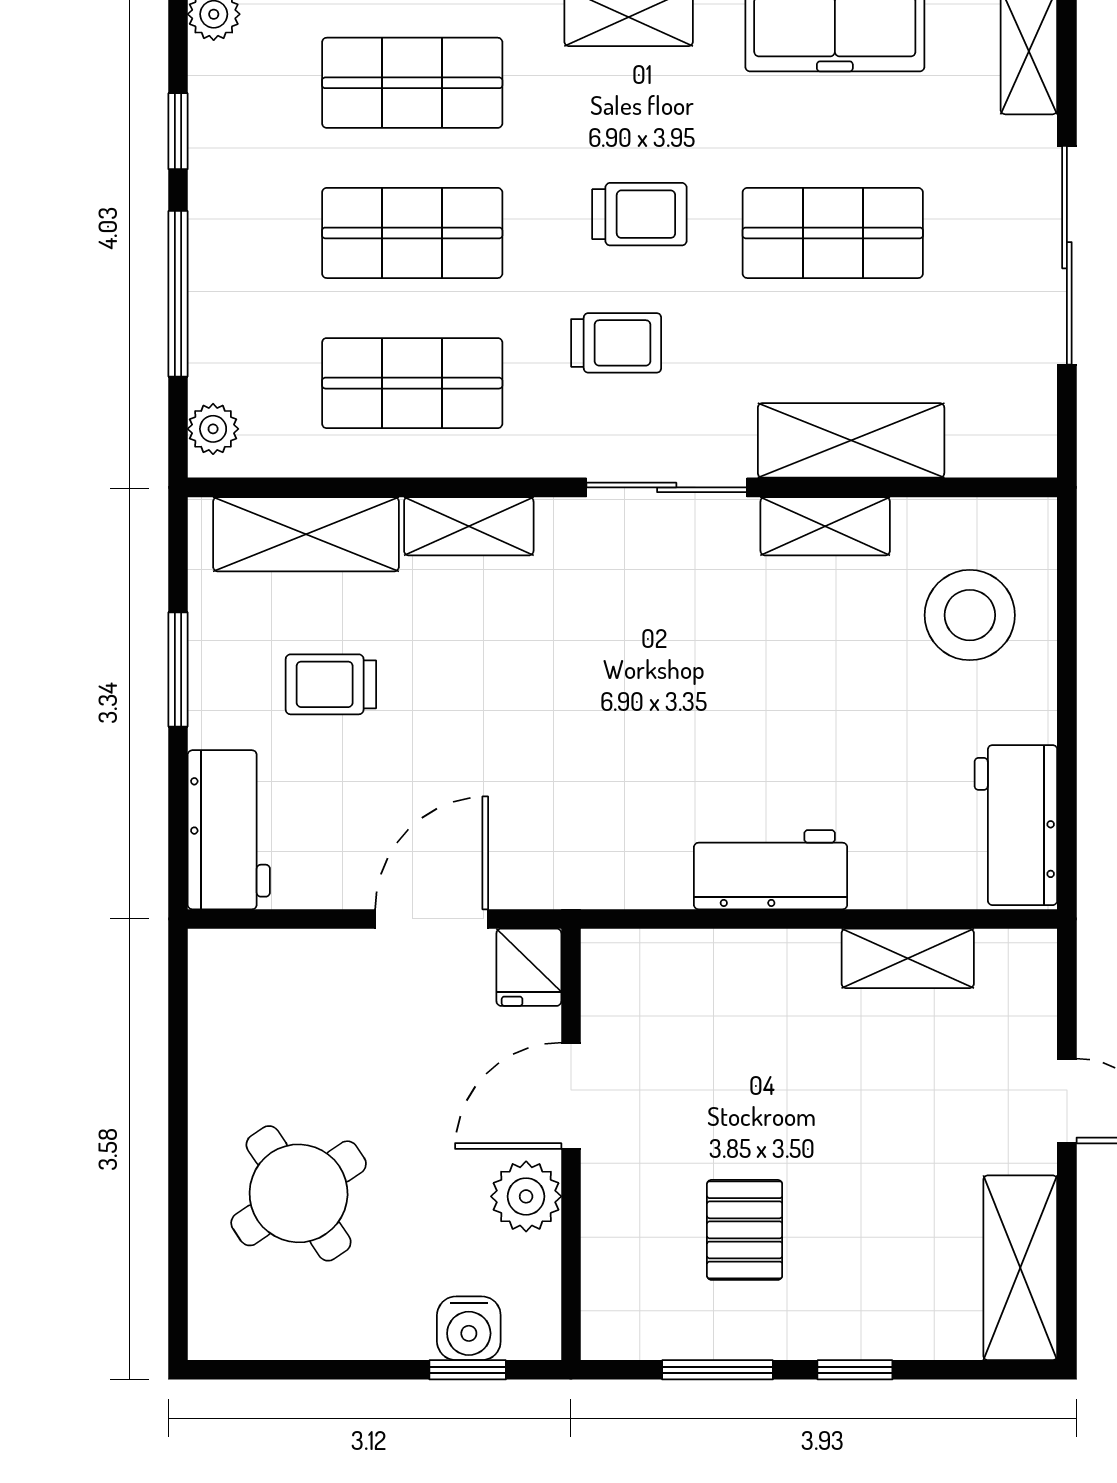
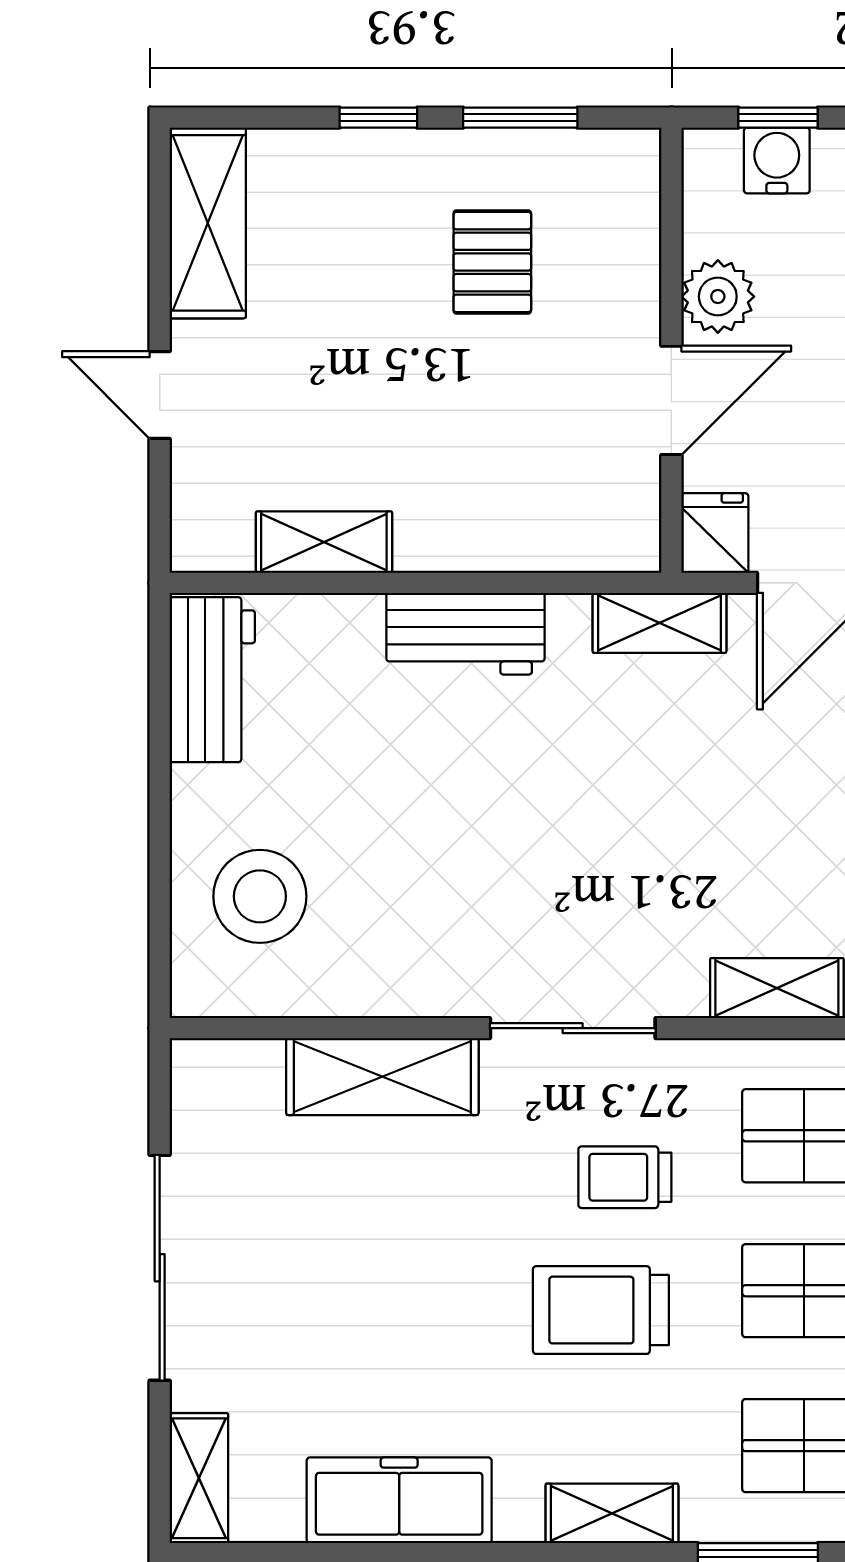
trolley: (639, 214) -> (601, 1310), width x1.36, depth x1.39
shop shelf: (833, 233) -> (401, 1291), removed
shelving: (825, 526) -> (659, 623), moved

